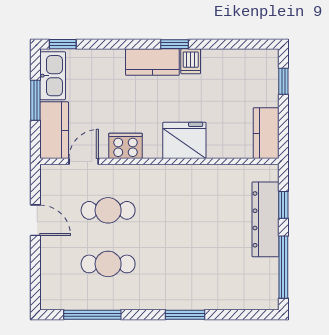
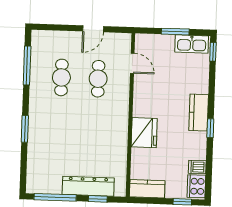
dishwasher: (191, 61) -> (197, 167), moved
kitchen counter: (54, 130) -> (154, 44), removed
cooker: (125, 146) -> (196, 186), moved, turned 180

